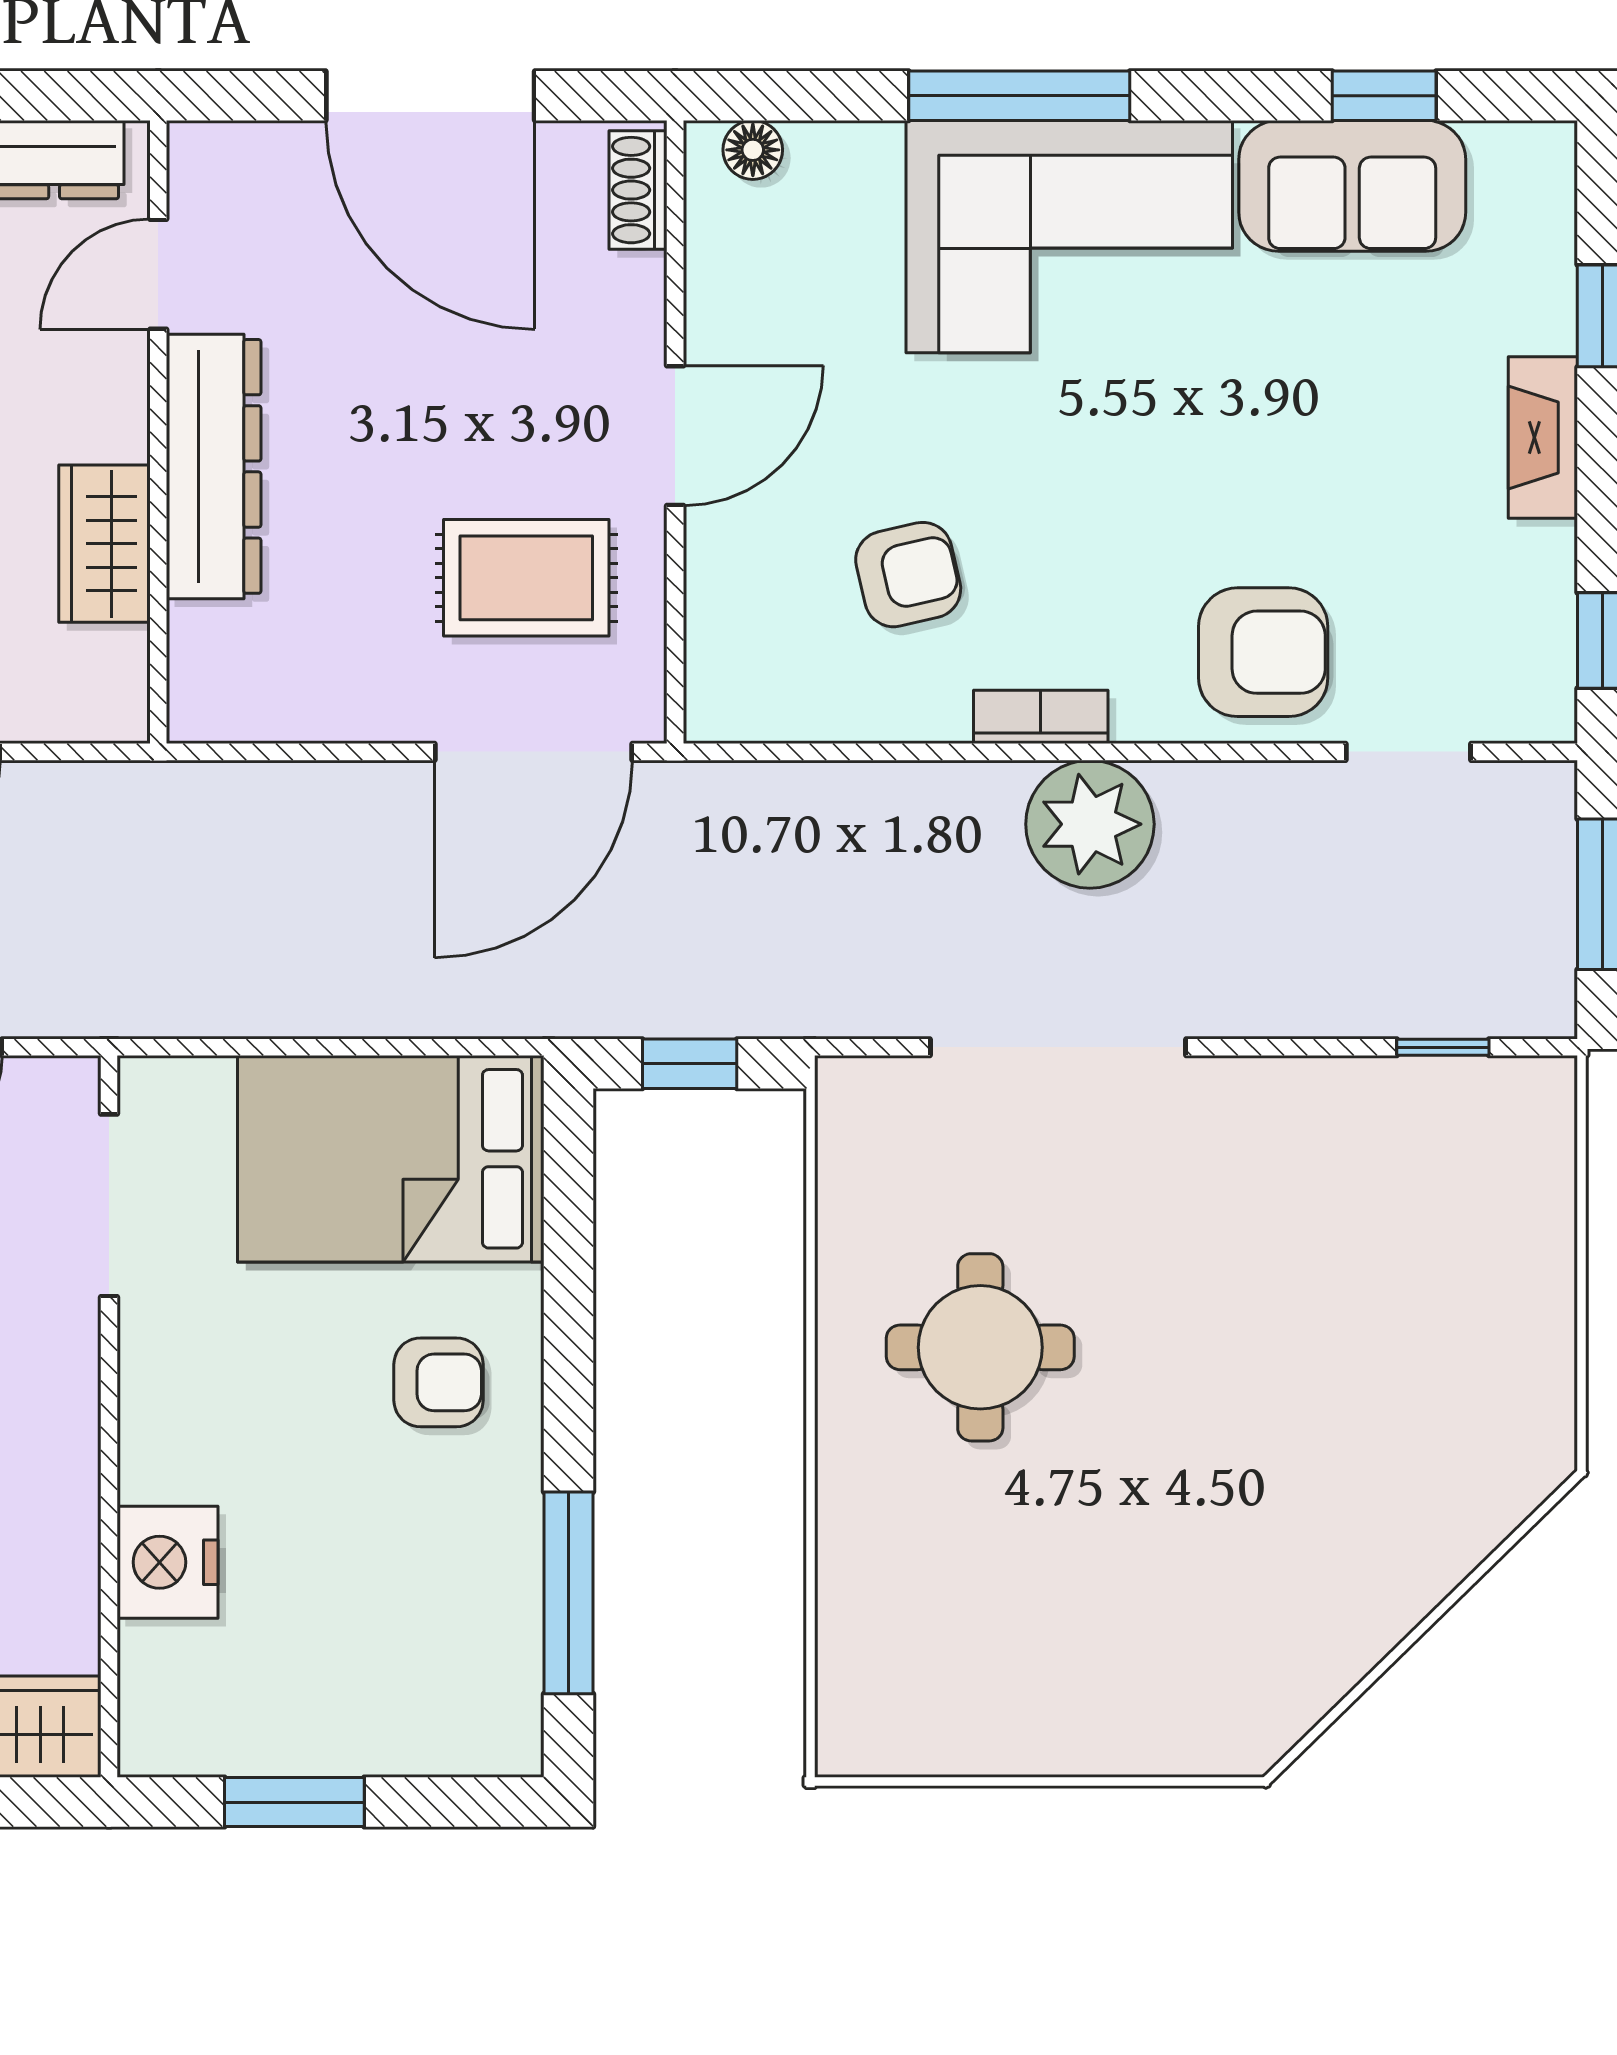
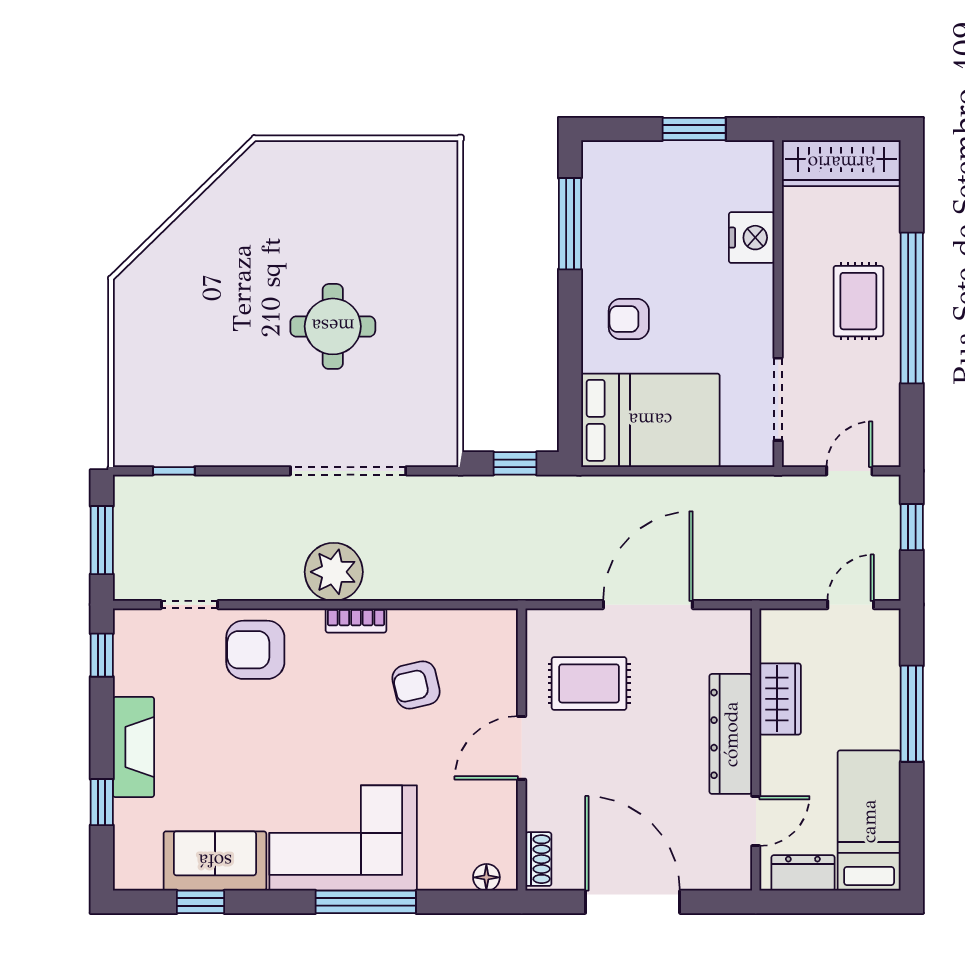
fireplace: (1543, 437) -> (134, 747), width x1.37, depth x1.32
door: (534, 752) -> (648, 605), moved
round table: (980, 1347) -> (333, 326), moved

